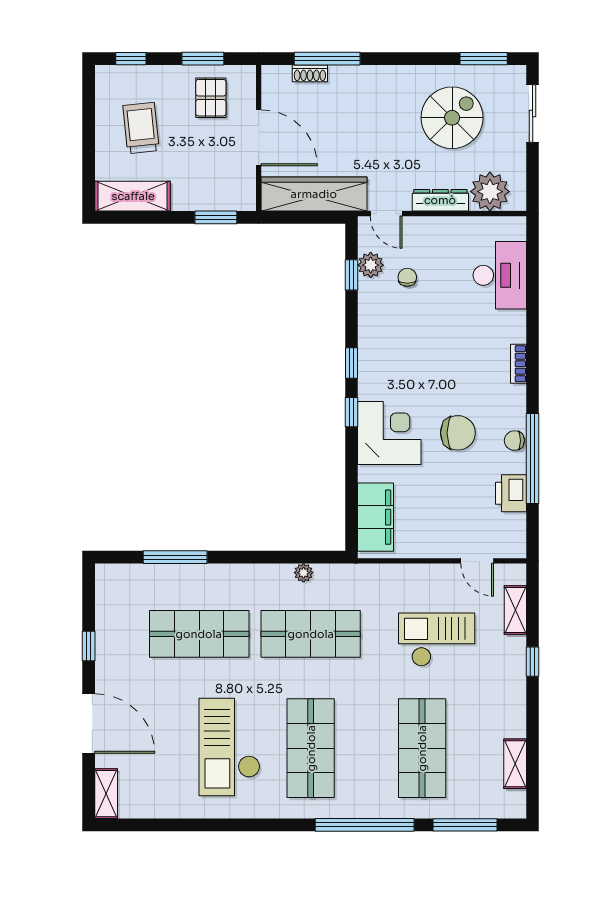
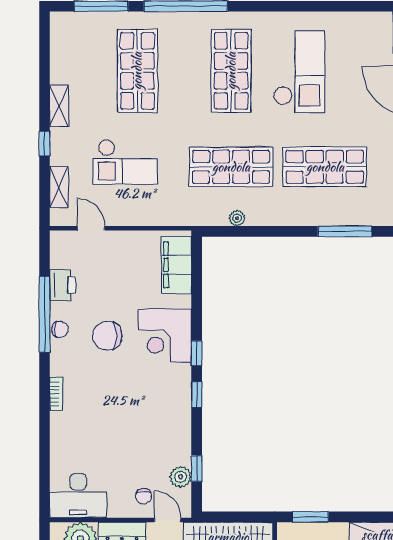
desk: (500, 275) -> (78, 496), moved, turned -90
chair: (407, 277) -> (144, 496), moved
shelving: (515, 764) -> (59, 106), moved

